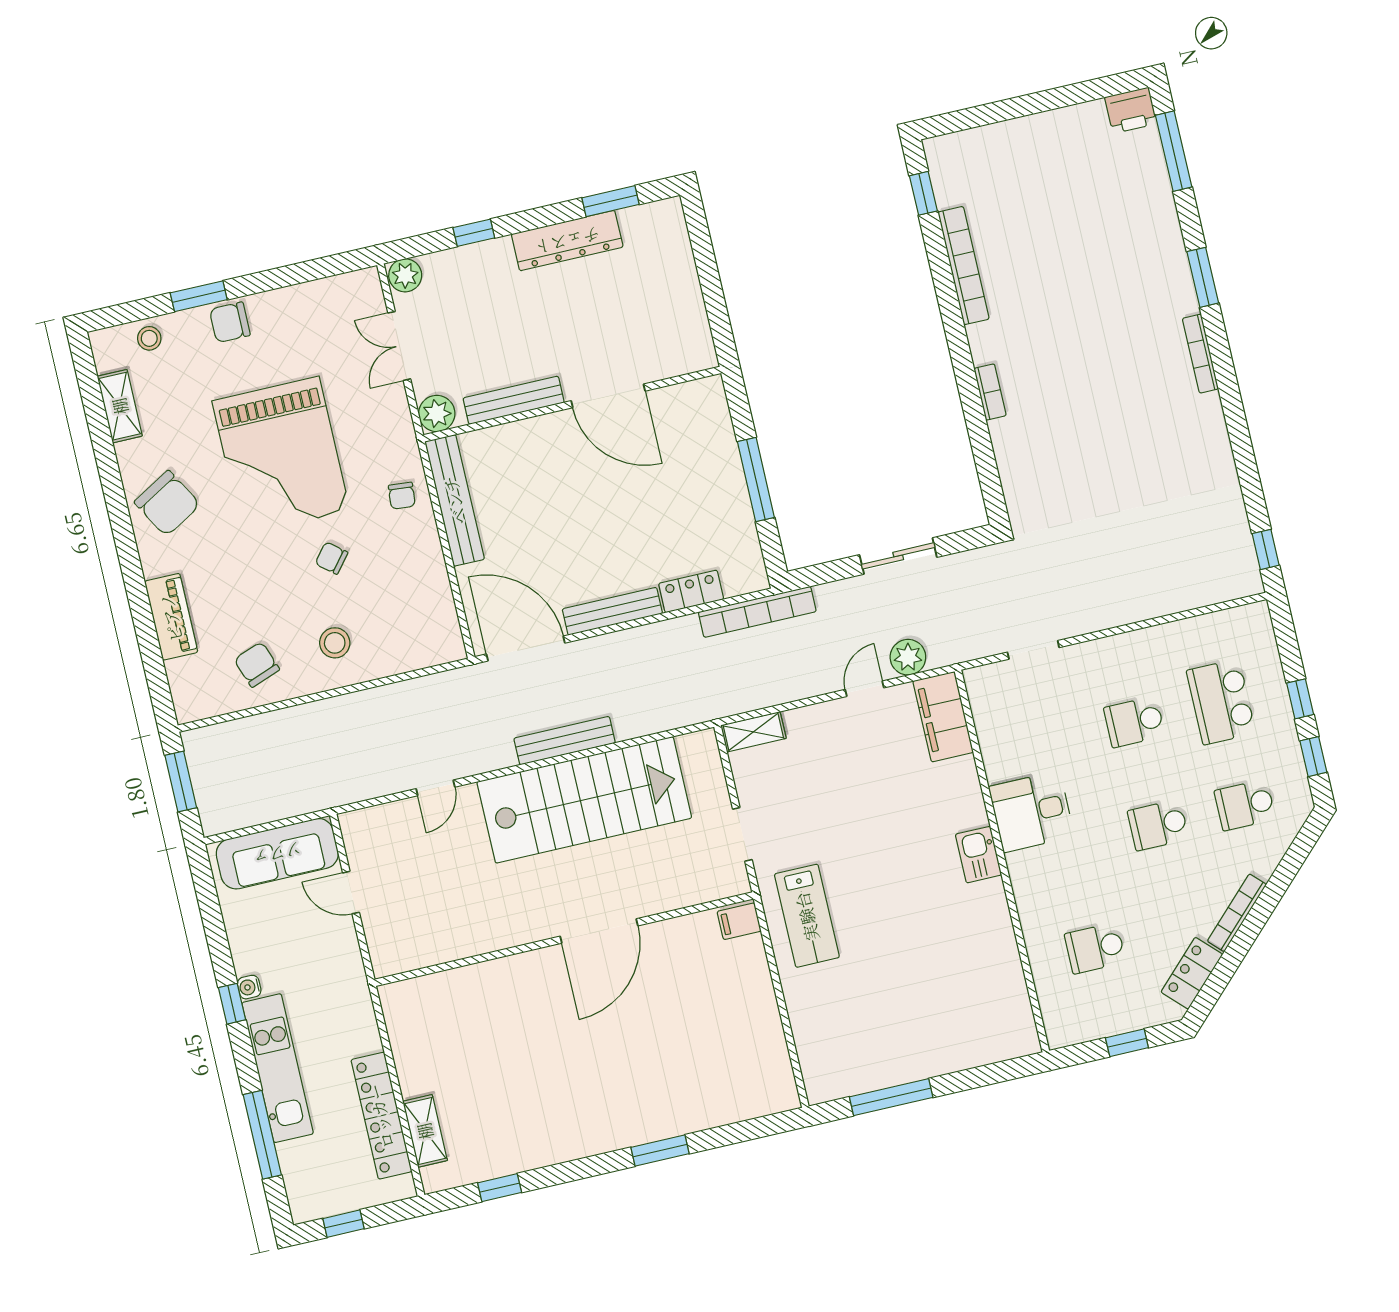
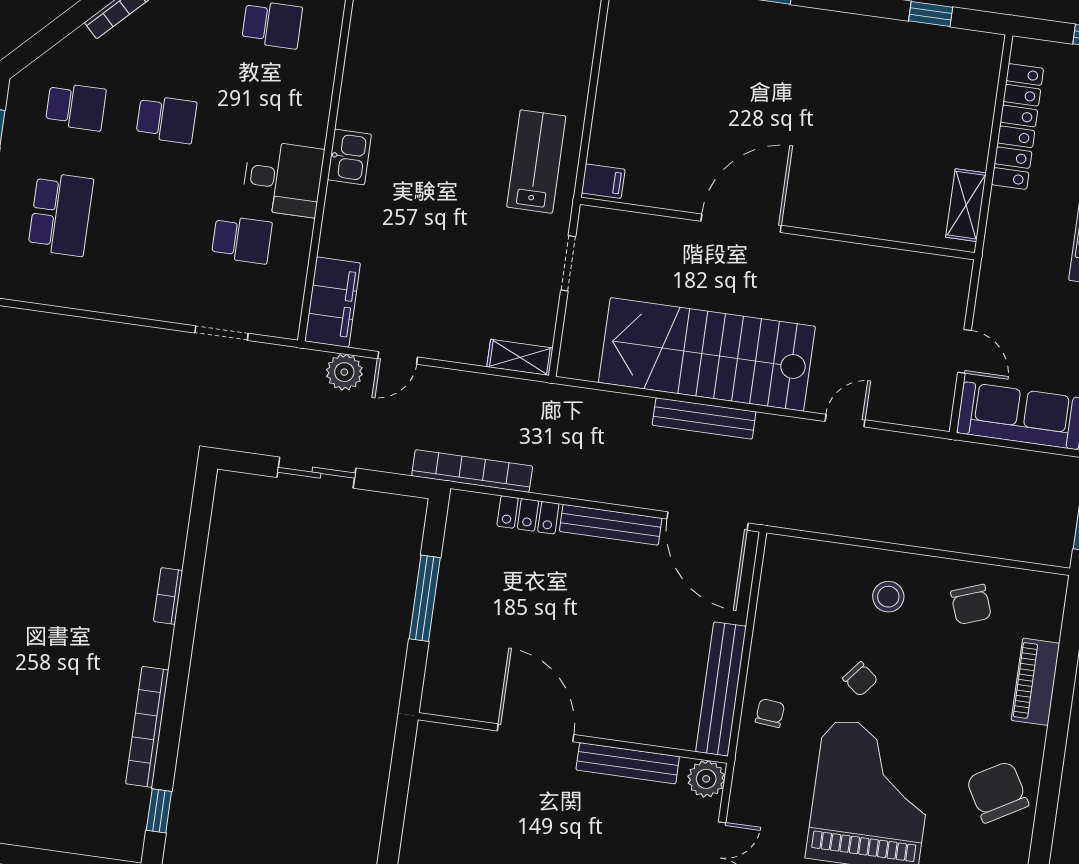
school desk: (1134, 722) -> (242, 240), moved
shelving: (425, 1131) -> (966, 205), moved

